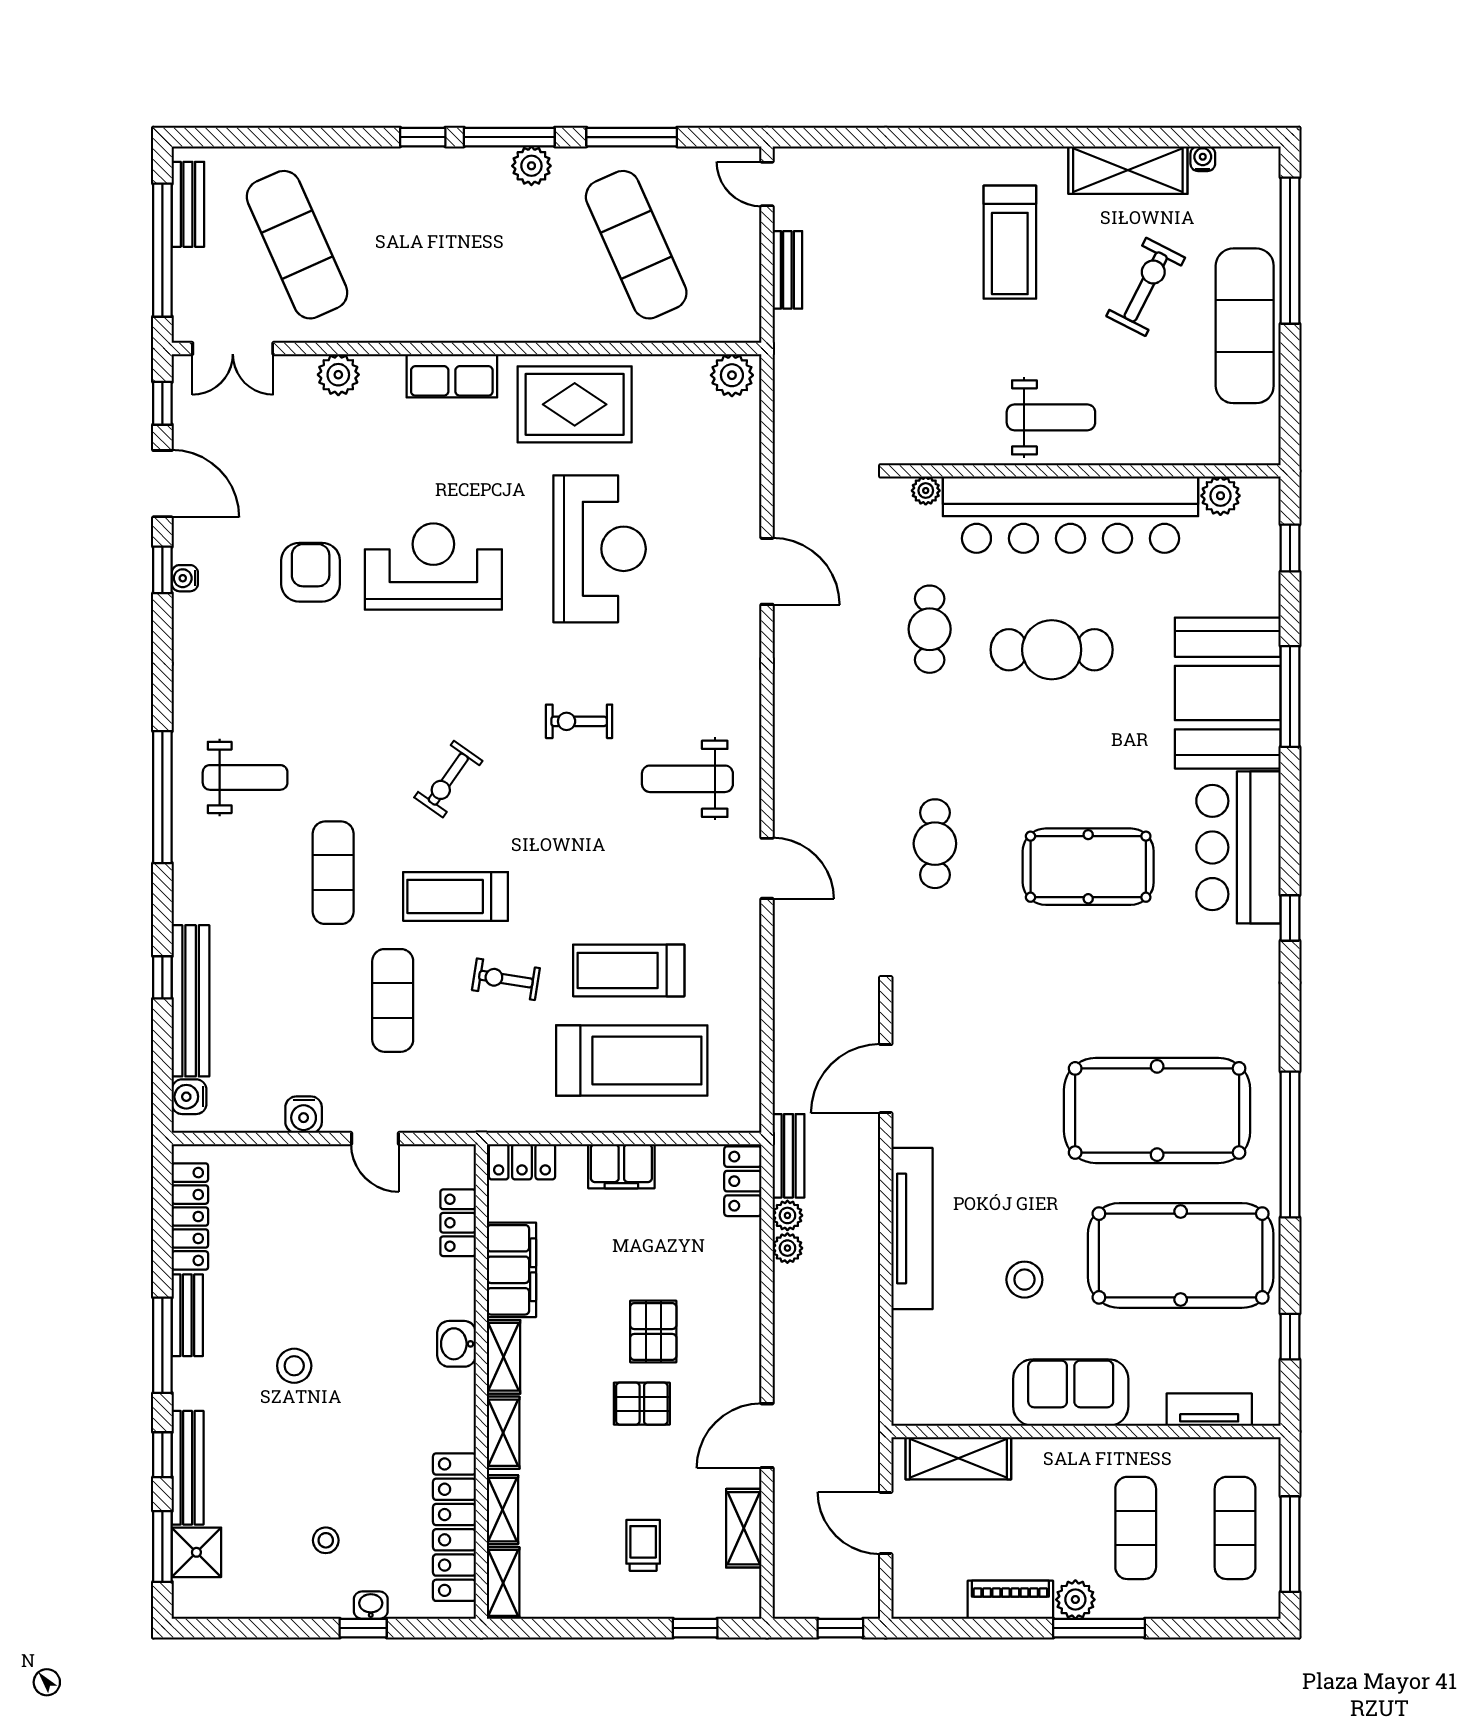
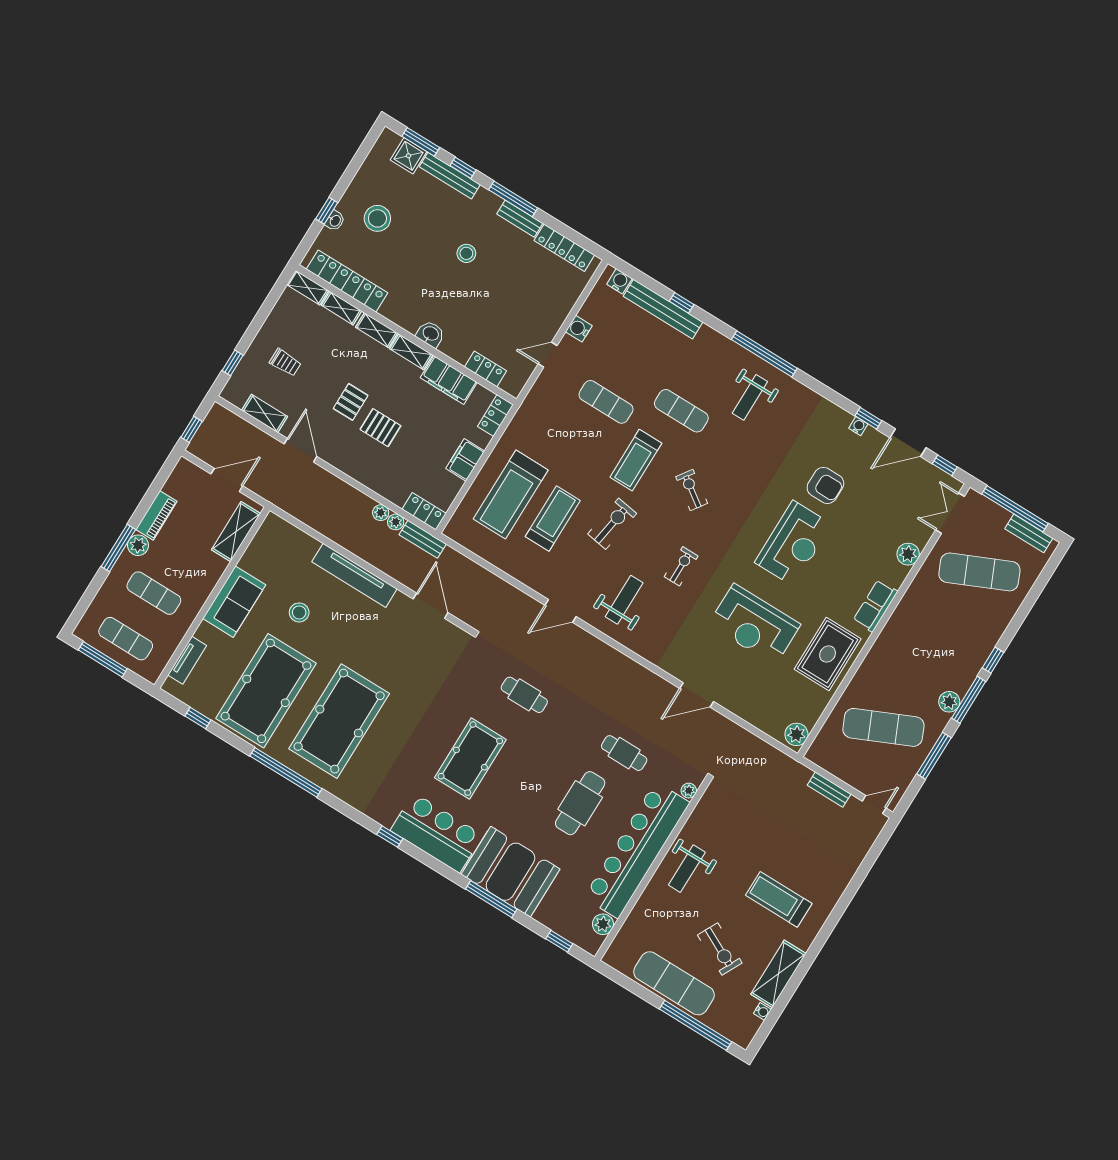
treadmill: (456, 896) -> (636, 460), turned 180
exercise bike: (506, 979) -> (612, 524), moved, width x1.38, depth x1.39
stool: (326, 1540) -> (377, 218), width x1.89, depth x1.89

